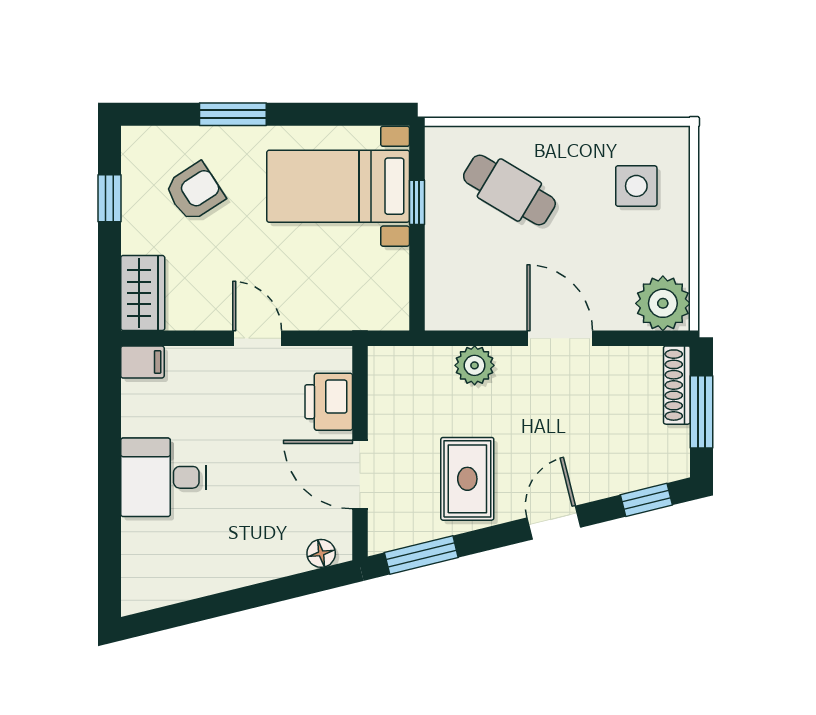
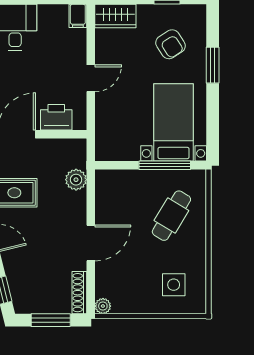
window: (417, 202) -> (165, 165), width x2.17
plant: (663, 303) -> (103, 306), width x0.53, depth x0.53
plant: (475, 365) -> (76, 180), moved
shoe rack: (677, 385) -> (79, 293), moved, turned -90

